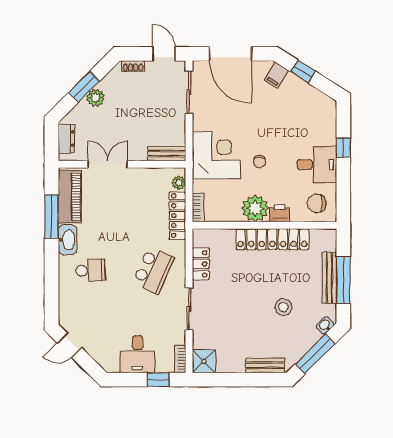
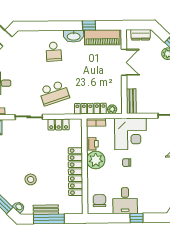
printer: (280, 213) -> (92, 144), moved
window: (52, 216) -> (89, 25), width x0.46
school desk: (153, 270) -> (54, 93), turned -42
bench: (329, 278) -> (46, 210), width x0.73

